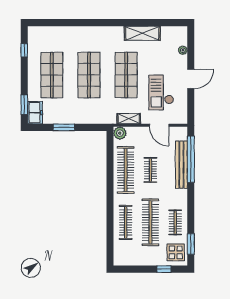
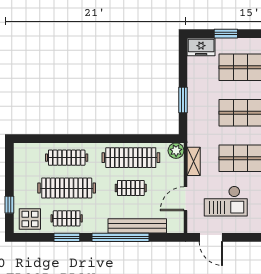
door: (191, 79) -> (211, 237), moved
checkout: (161, 92) -> (226, 201), turned 180
window: (24, 105) -> (226, 34), moved
window: (64, 127) -> (183, 100), moved
window: (191, 159) -> (120, 237), moved
window: (191, 244) -> (67, 237), moved

